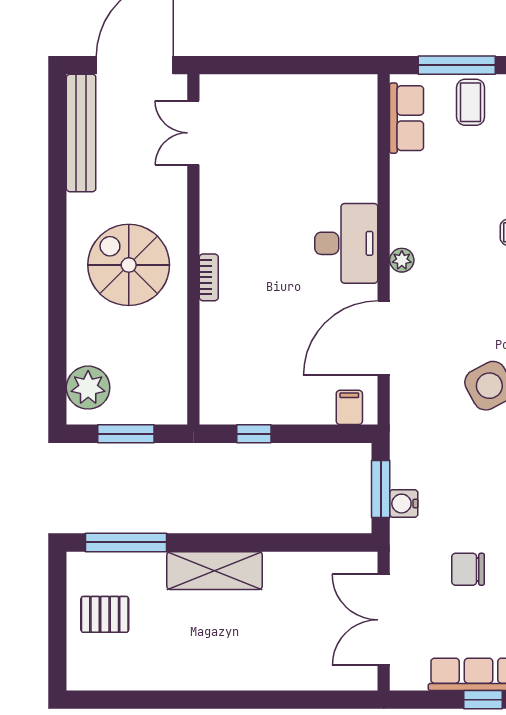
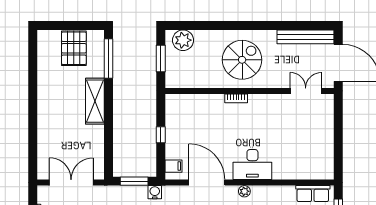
window: (254, 434) -> (161, 135), moved
water cooler: (404, 504) -> (155, 192), moved
pallet: (105, 614) -> (74, 48), width x1.50, depth x1.42

